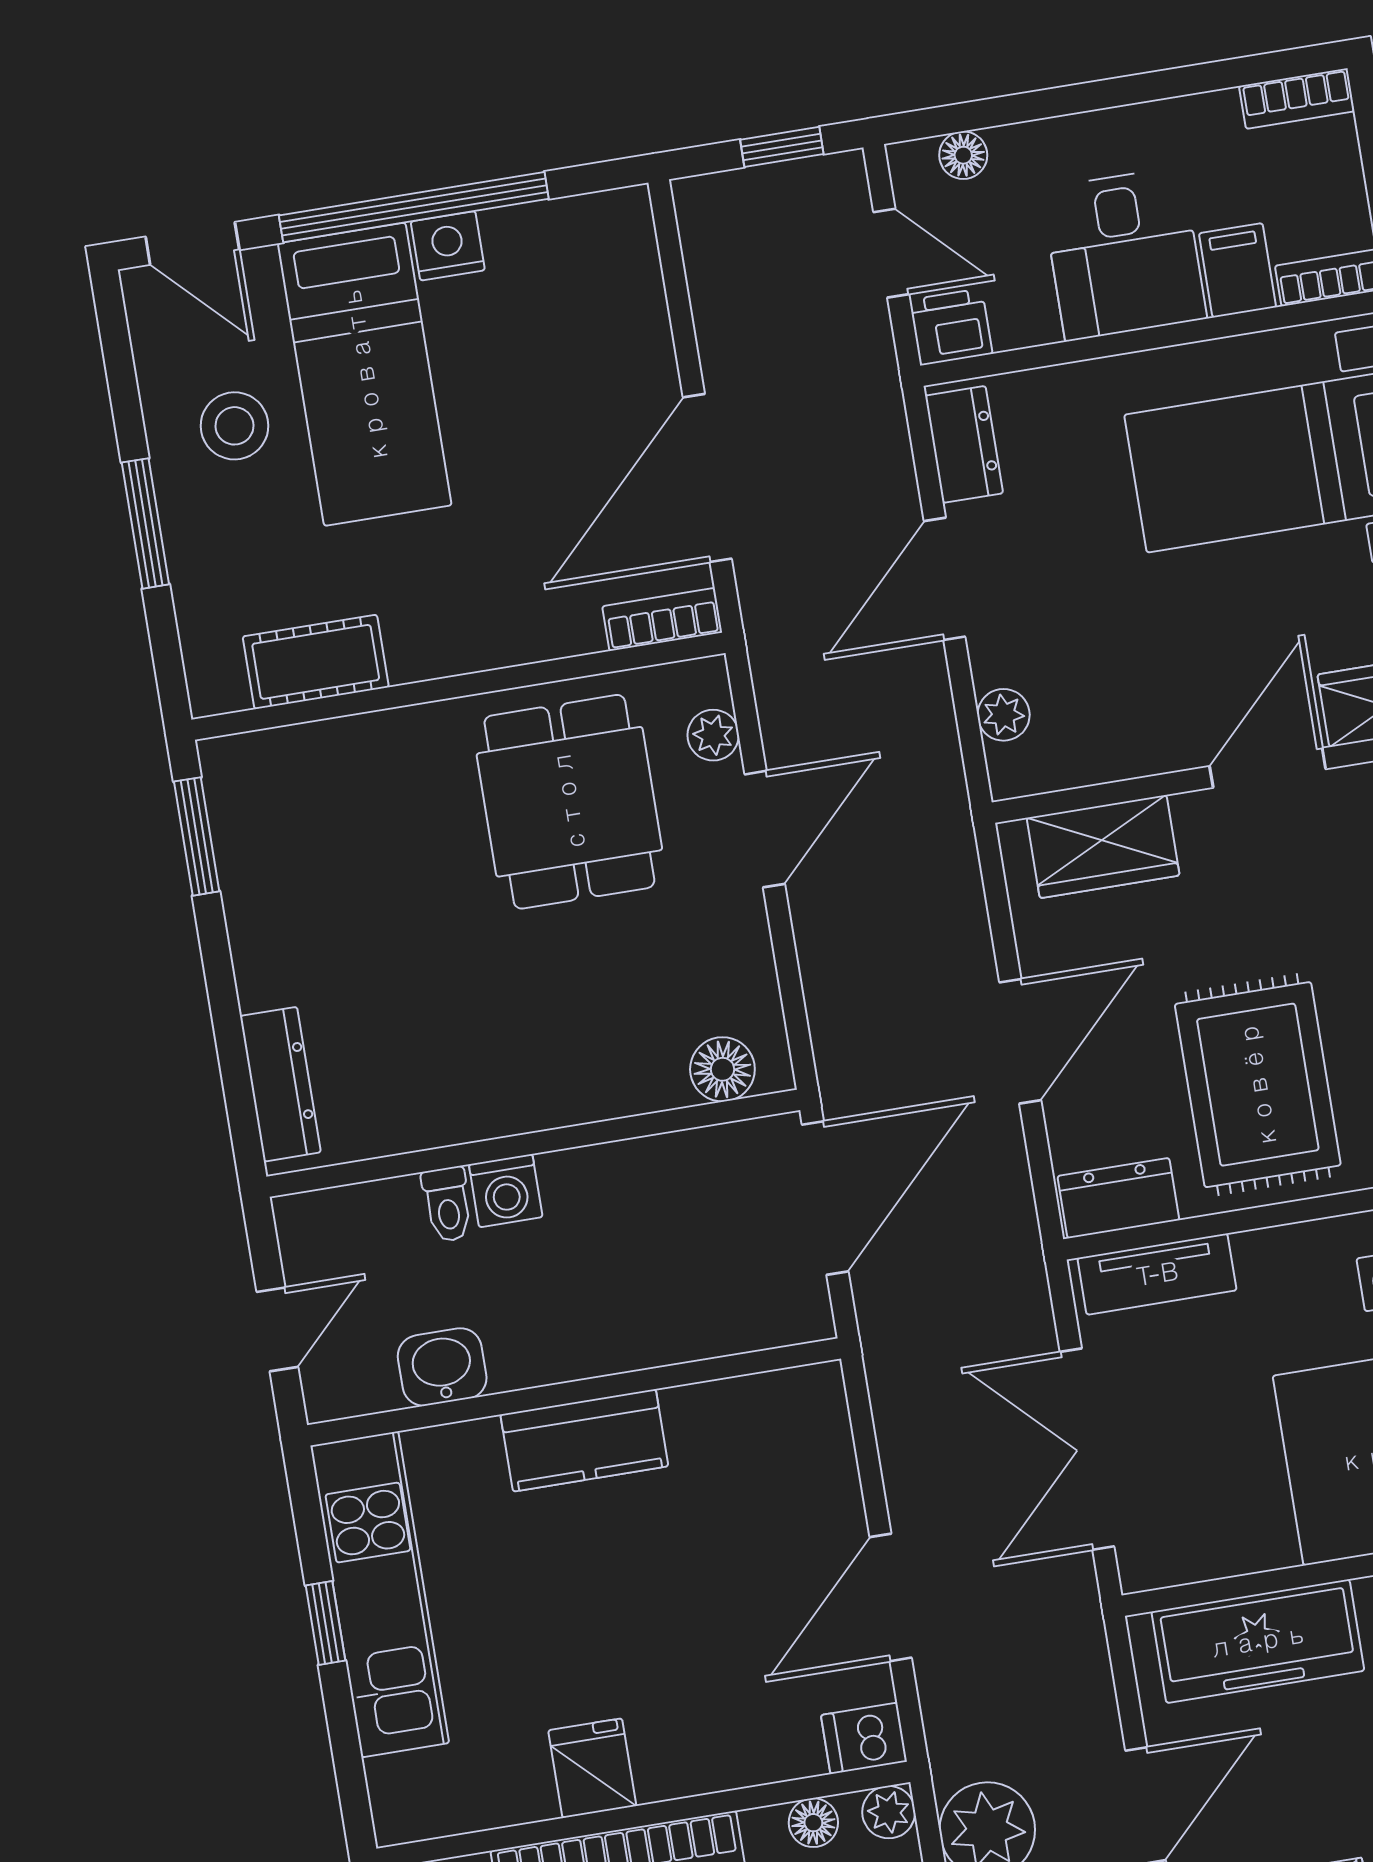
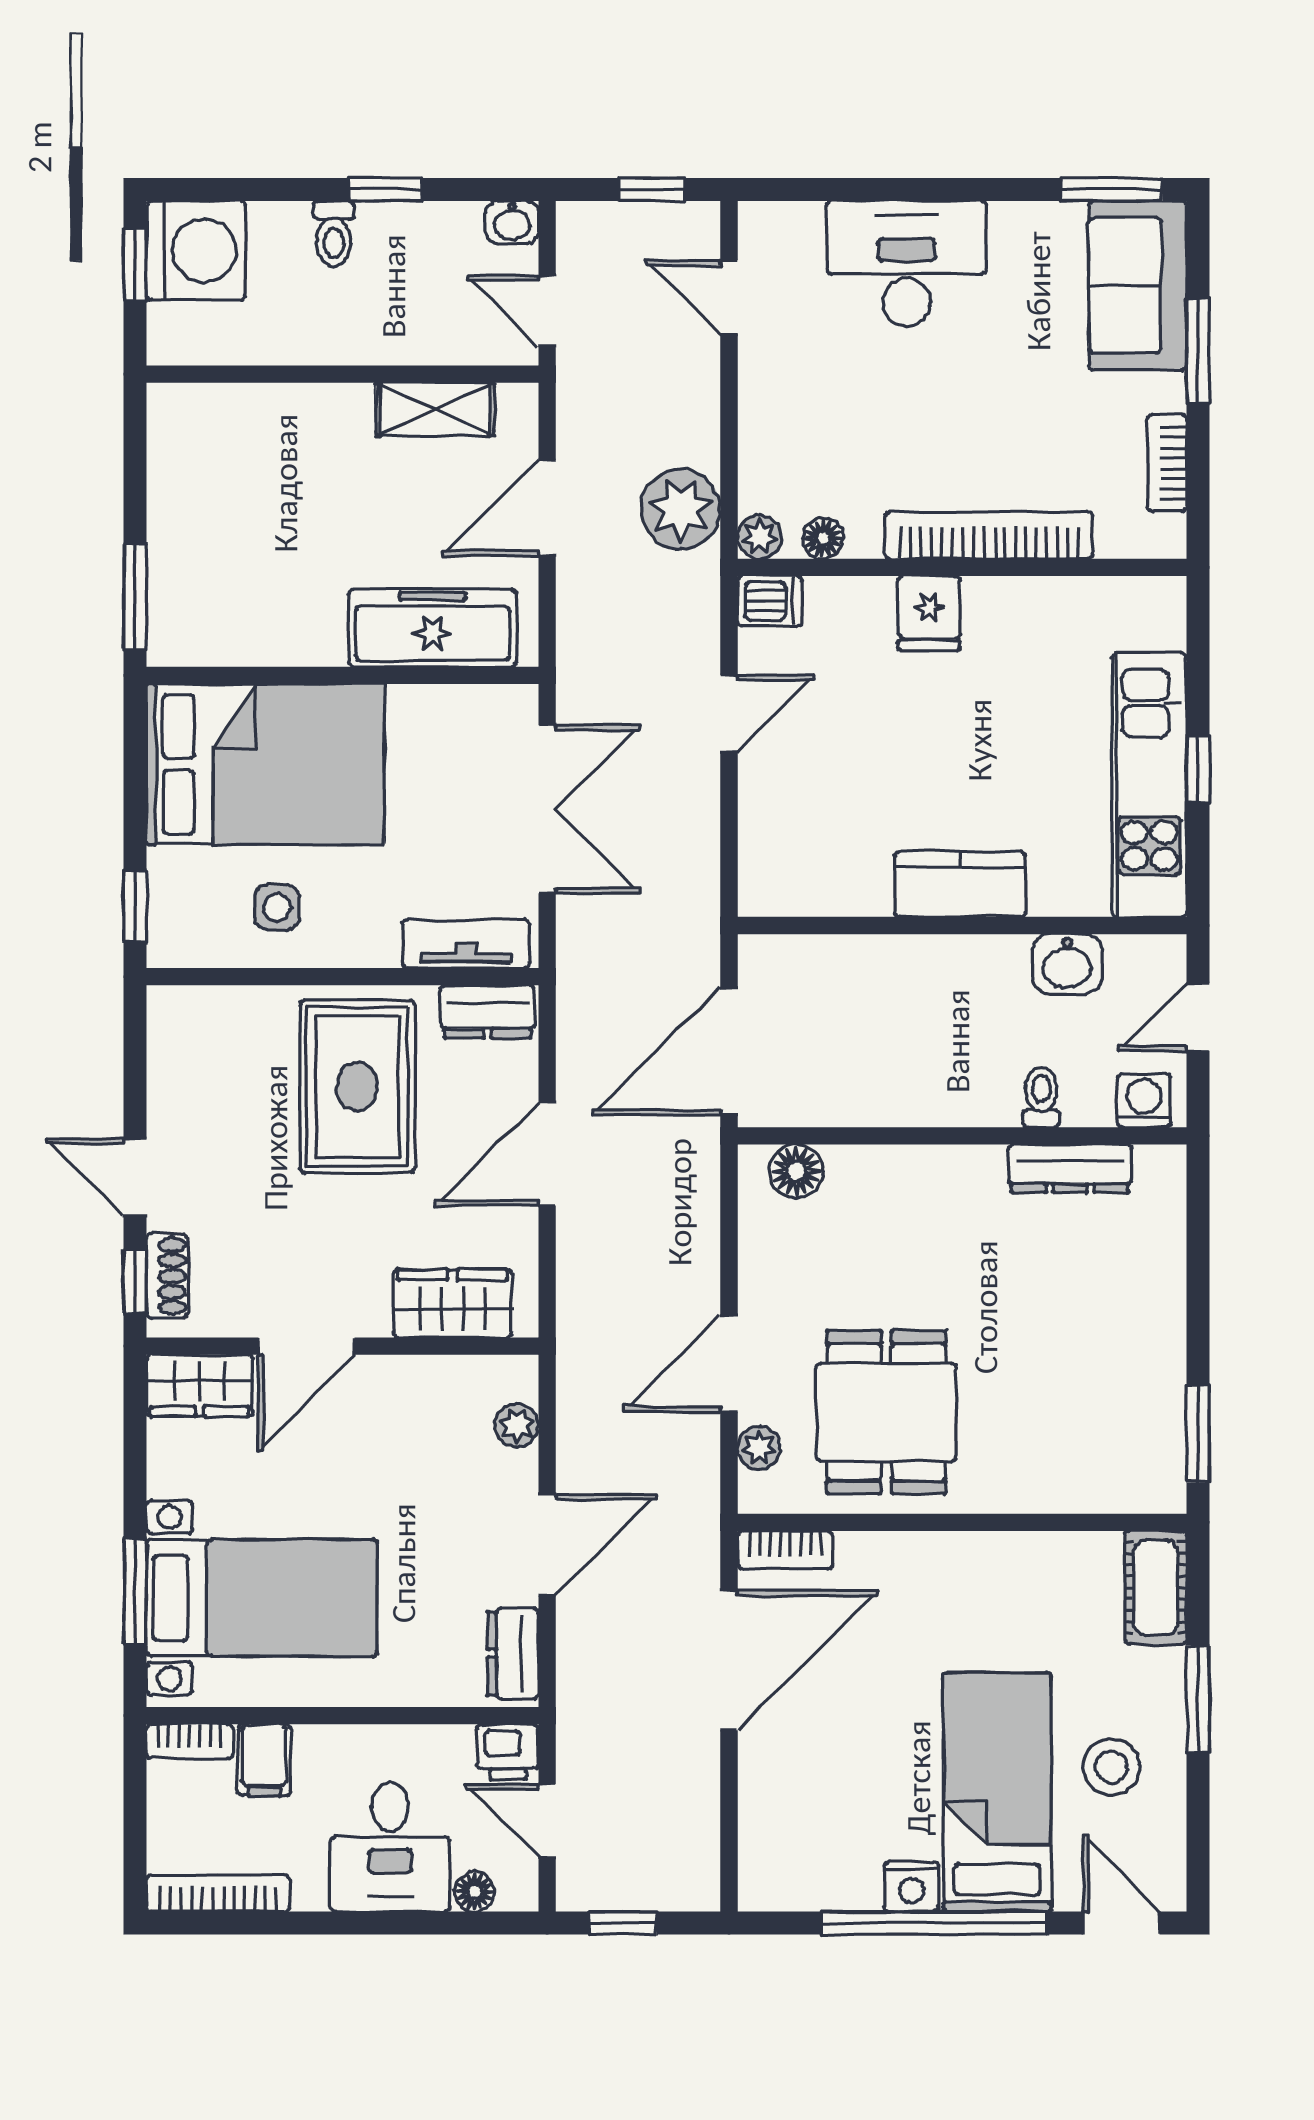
bookcase: (1297, 99) -> (218, 1893), width x1.56
desk: (1124, 254) -> (390, 1847), moved, turned 180
cot: (316, 662) -> (1156, 1588), moved, turned 90
dresser: (280, 1084) -> (1070, 1168), moved, turned -90
washing machine: (506, 1191) -> (1144, 1100), moved
door: (891, 1597) -> (729, 714), width x0.73
fridge: (592, 1768) -> (929, 613), moved

